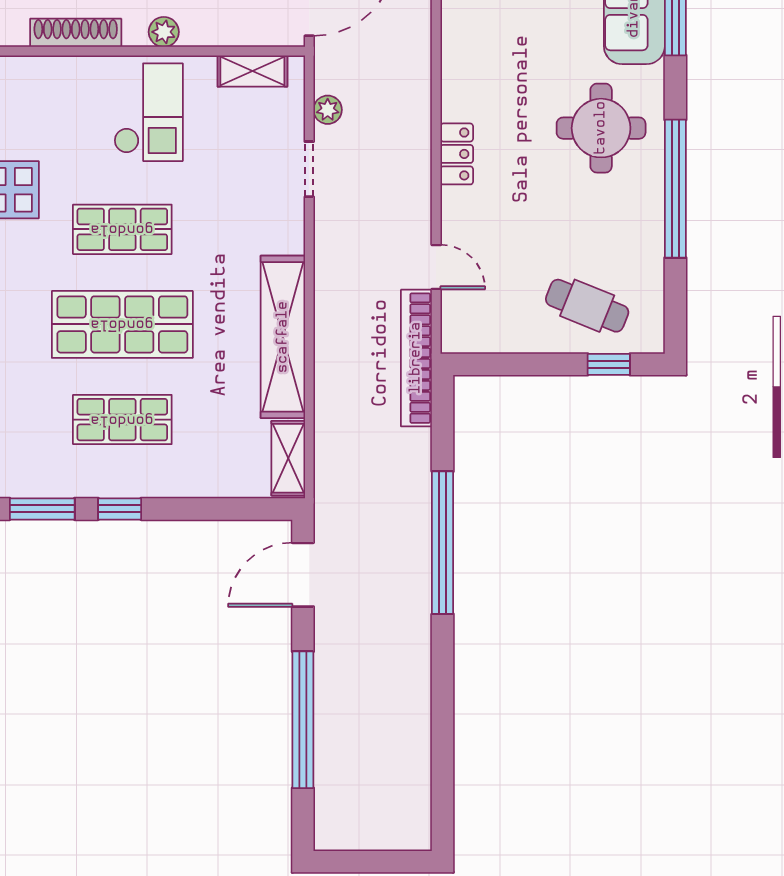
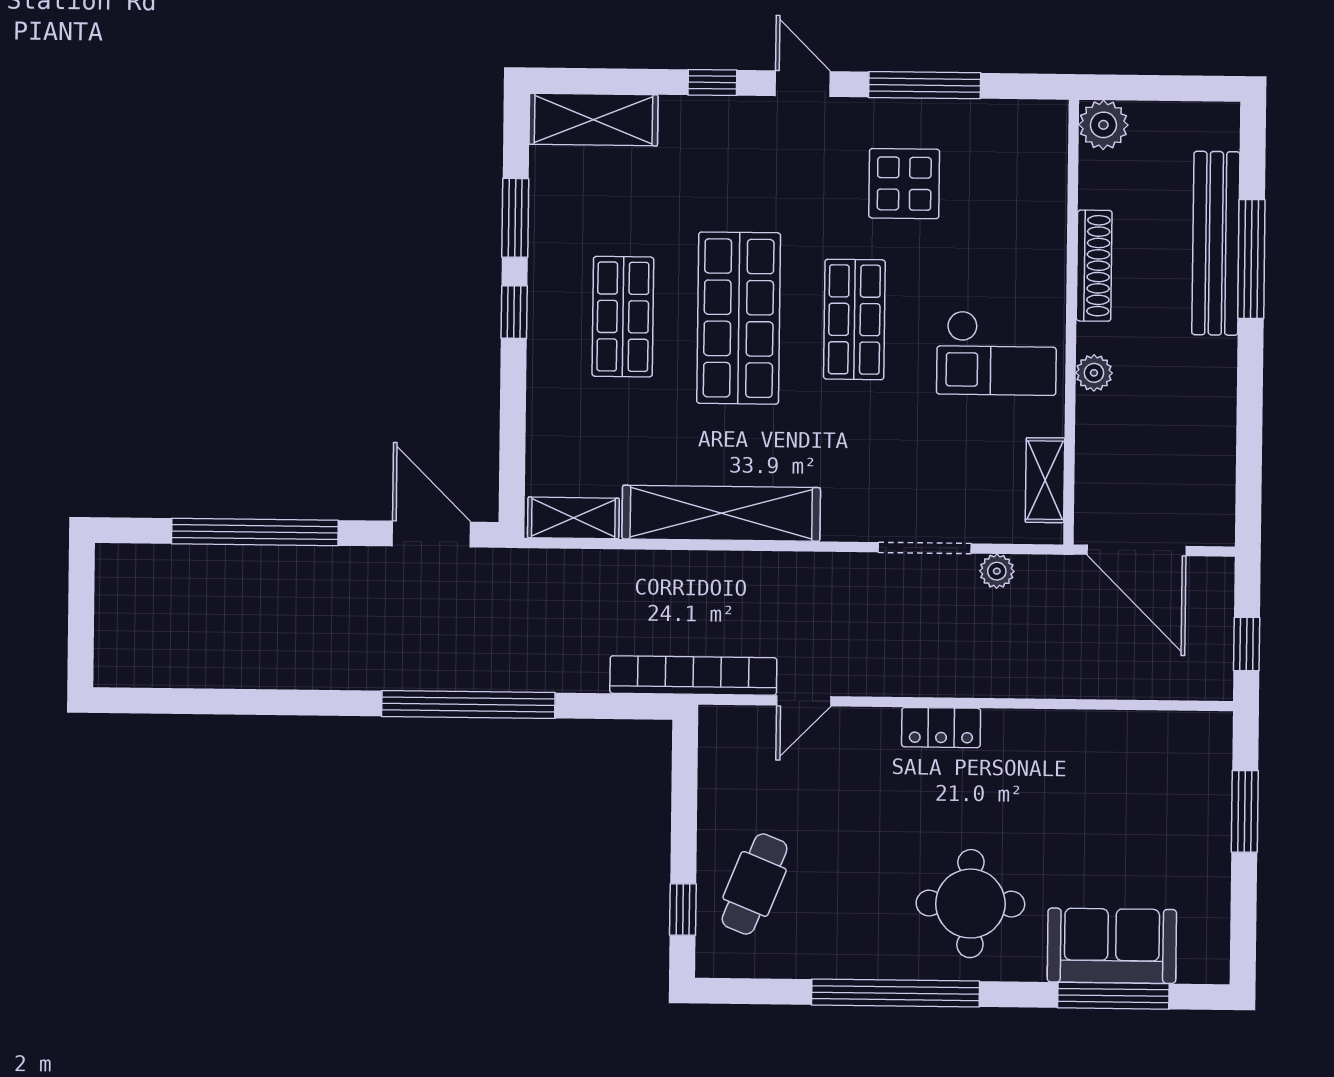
doorway: (309, 169) -> (925, 548), width x1.38

